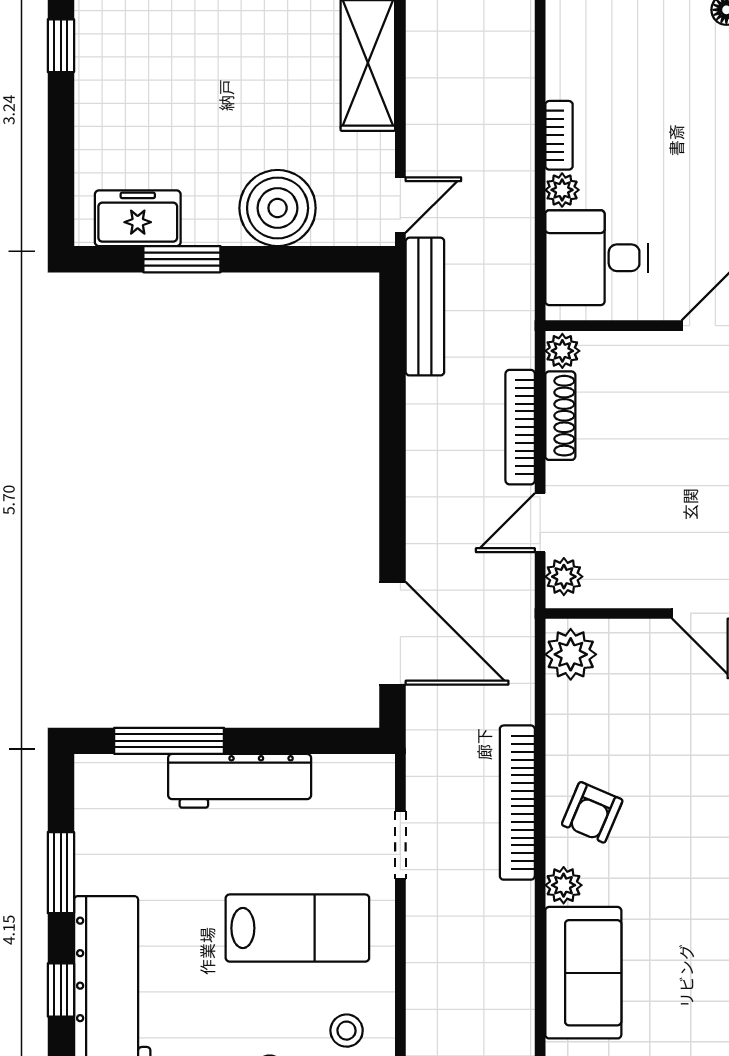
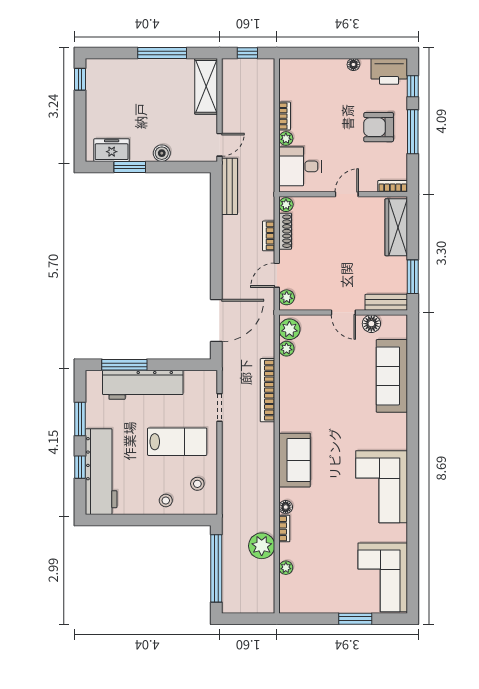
boiler: (278, 208) -> (162, 153), width x0.54, depth x0.54
bookcase: (520, 427) -> (269, 236), width x0.64
door: (393, 633) -> (216, 321), hinge flipped
workbench: (240, 781) -> (143, 385), width x1.36, depth x1.32
armchair: (592, 812) -> (298, 394), removed
plant: (564, 885) -> (286, 349), moved

